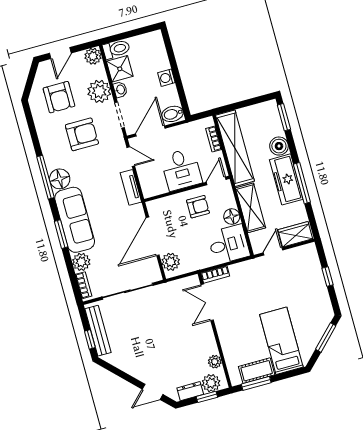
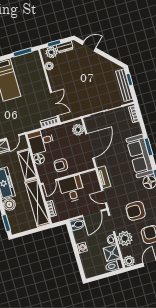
plant: (81, 262) -> (135, 129), removed
cot: (257, 371) -> (22, 60), removed

